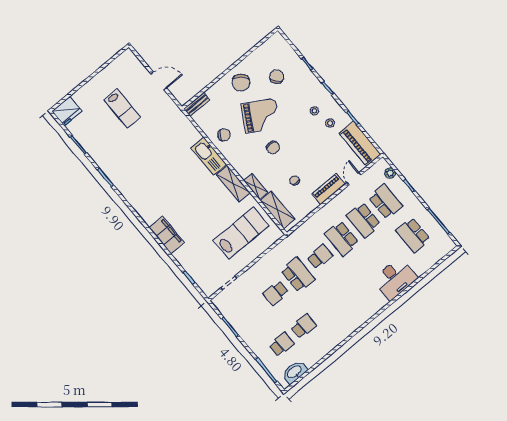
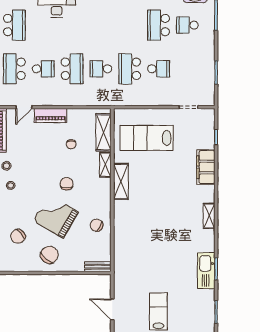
kitchen sink: (209, 156) -> (206, 271), moved, turned 180
shelving: (144, 213) -> (209, 216), added
school desk: (364, 220) -> (43, 69), width x0.54
filing cabinet: (167, 235) -> (206, 167), moved
school desk: (304, 326) -> (159, 25), width x1.85

